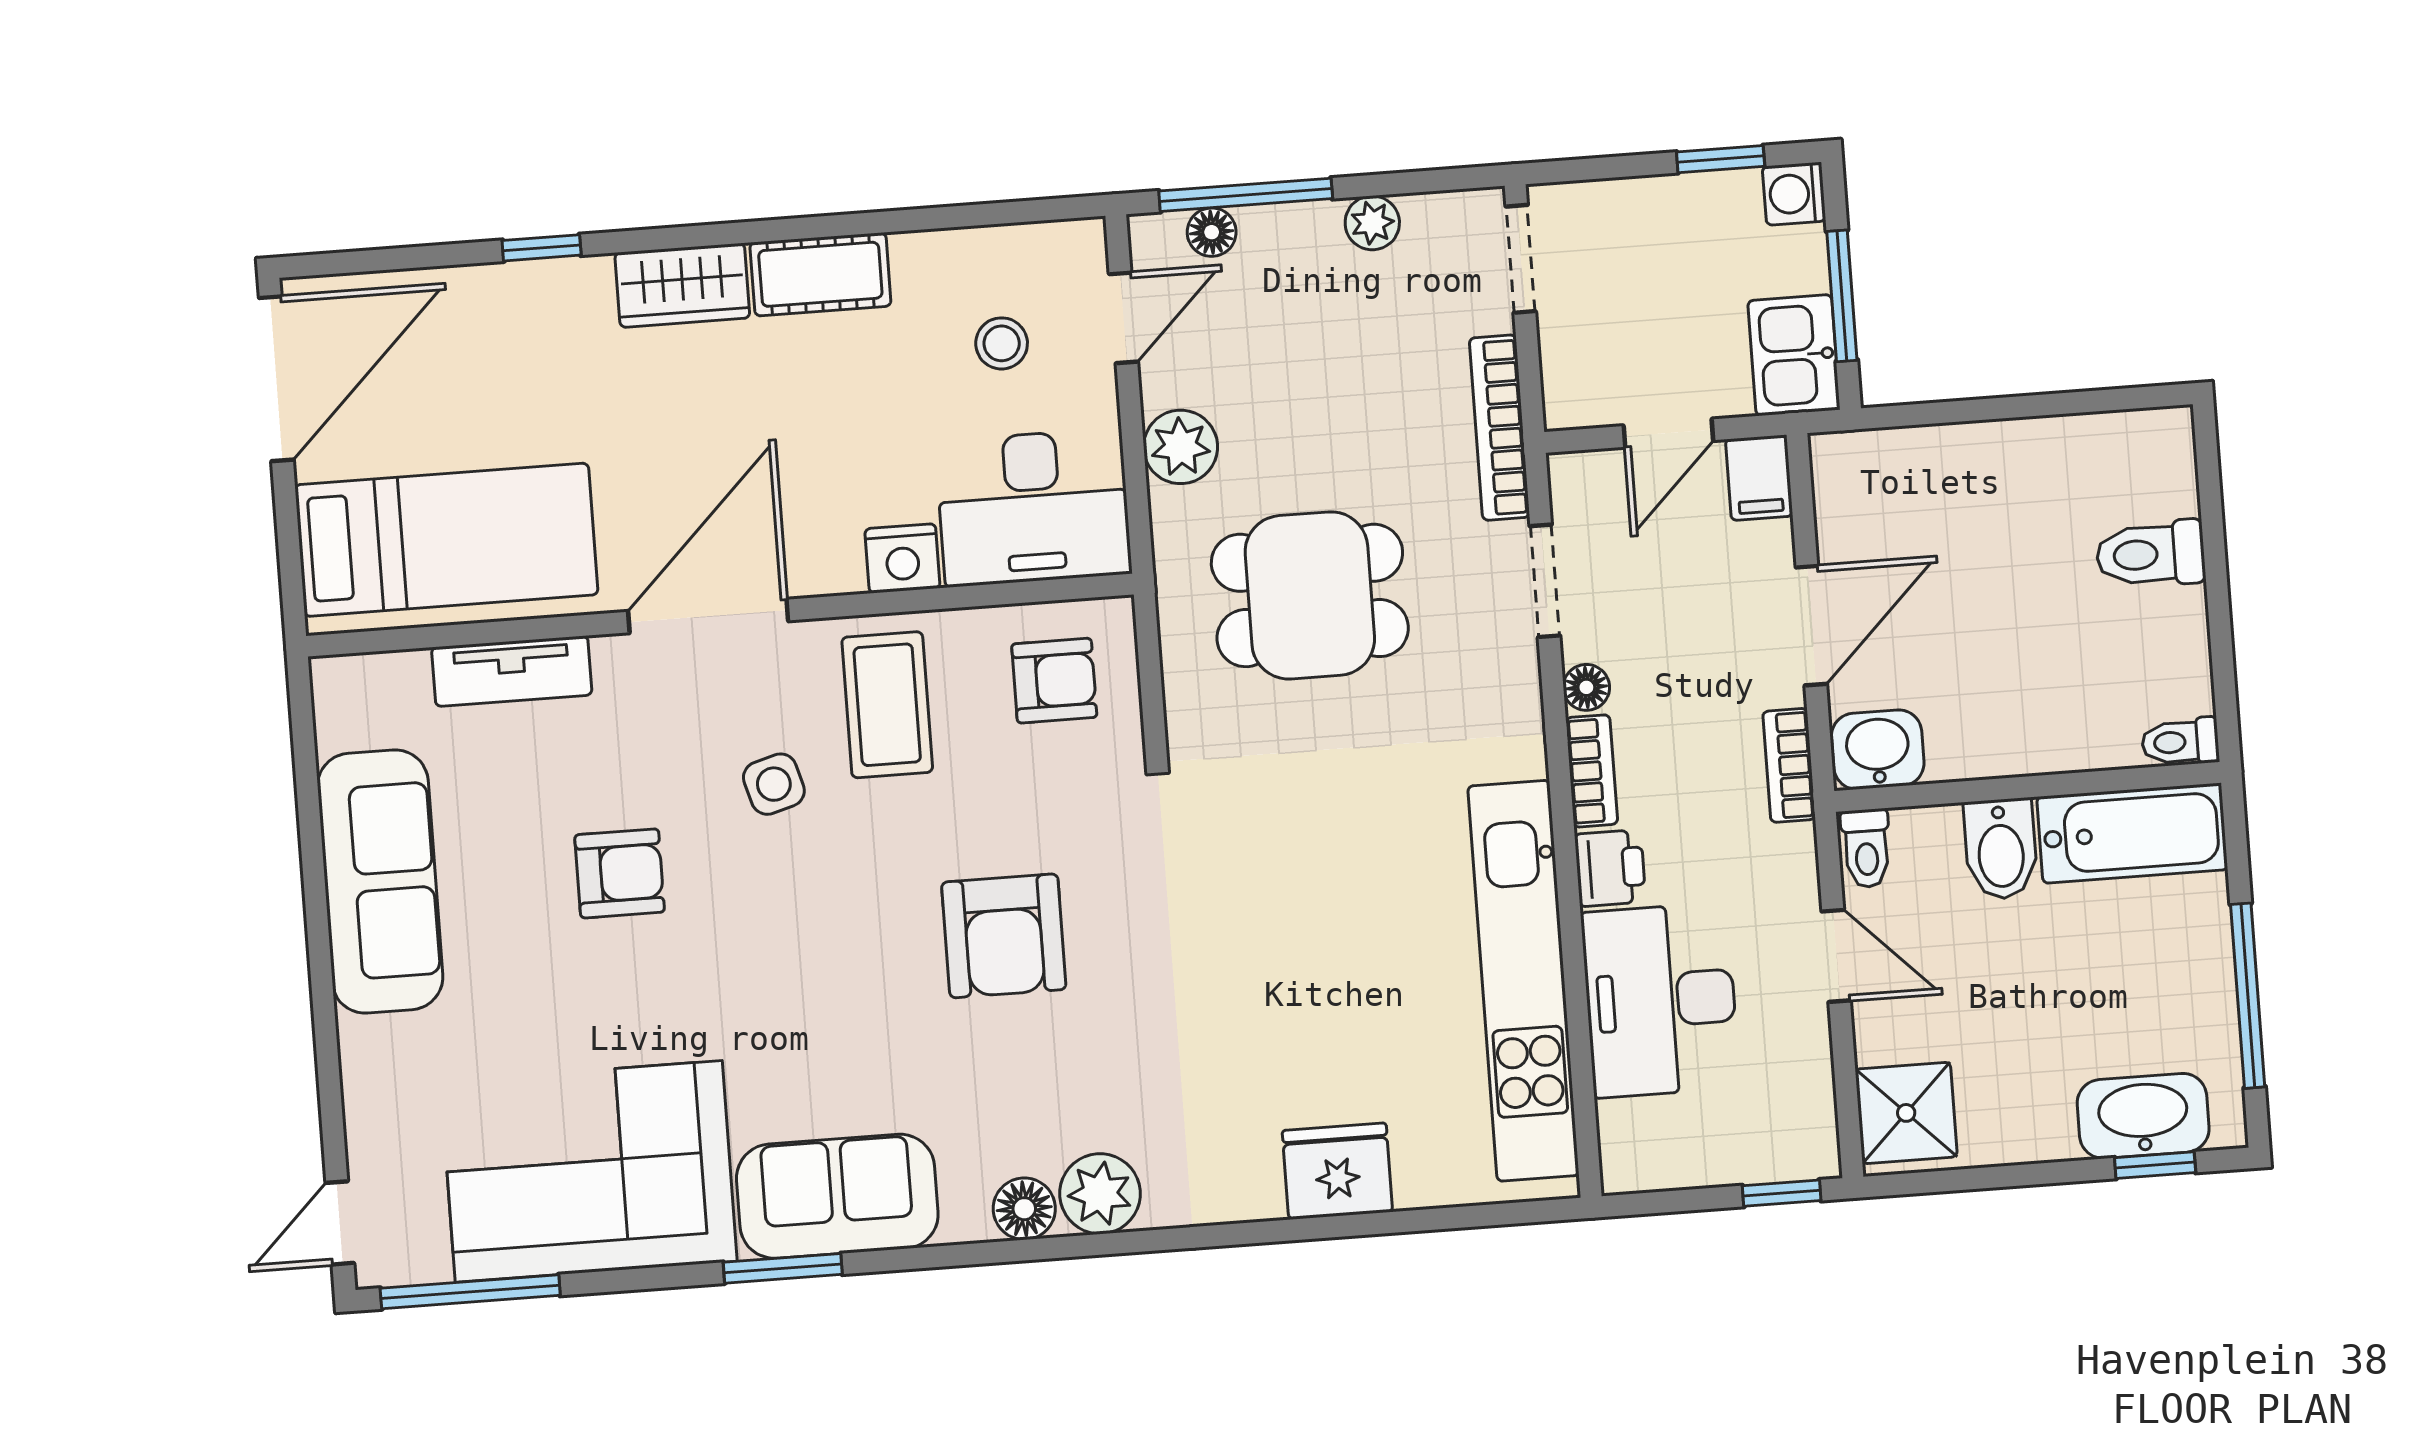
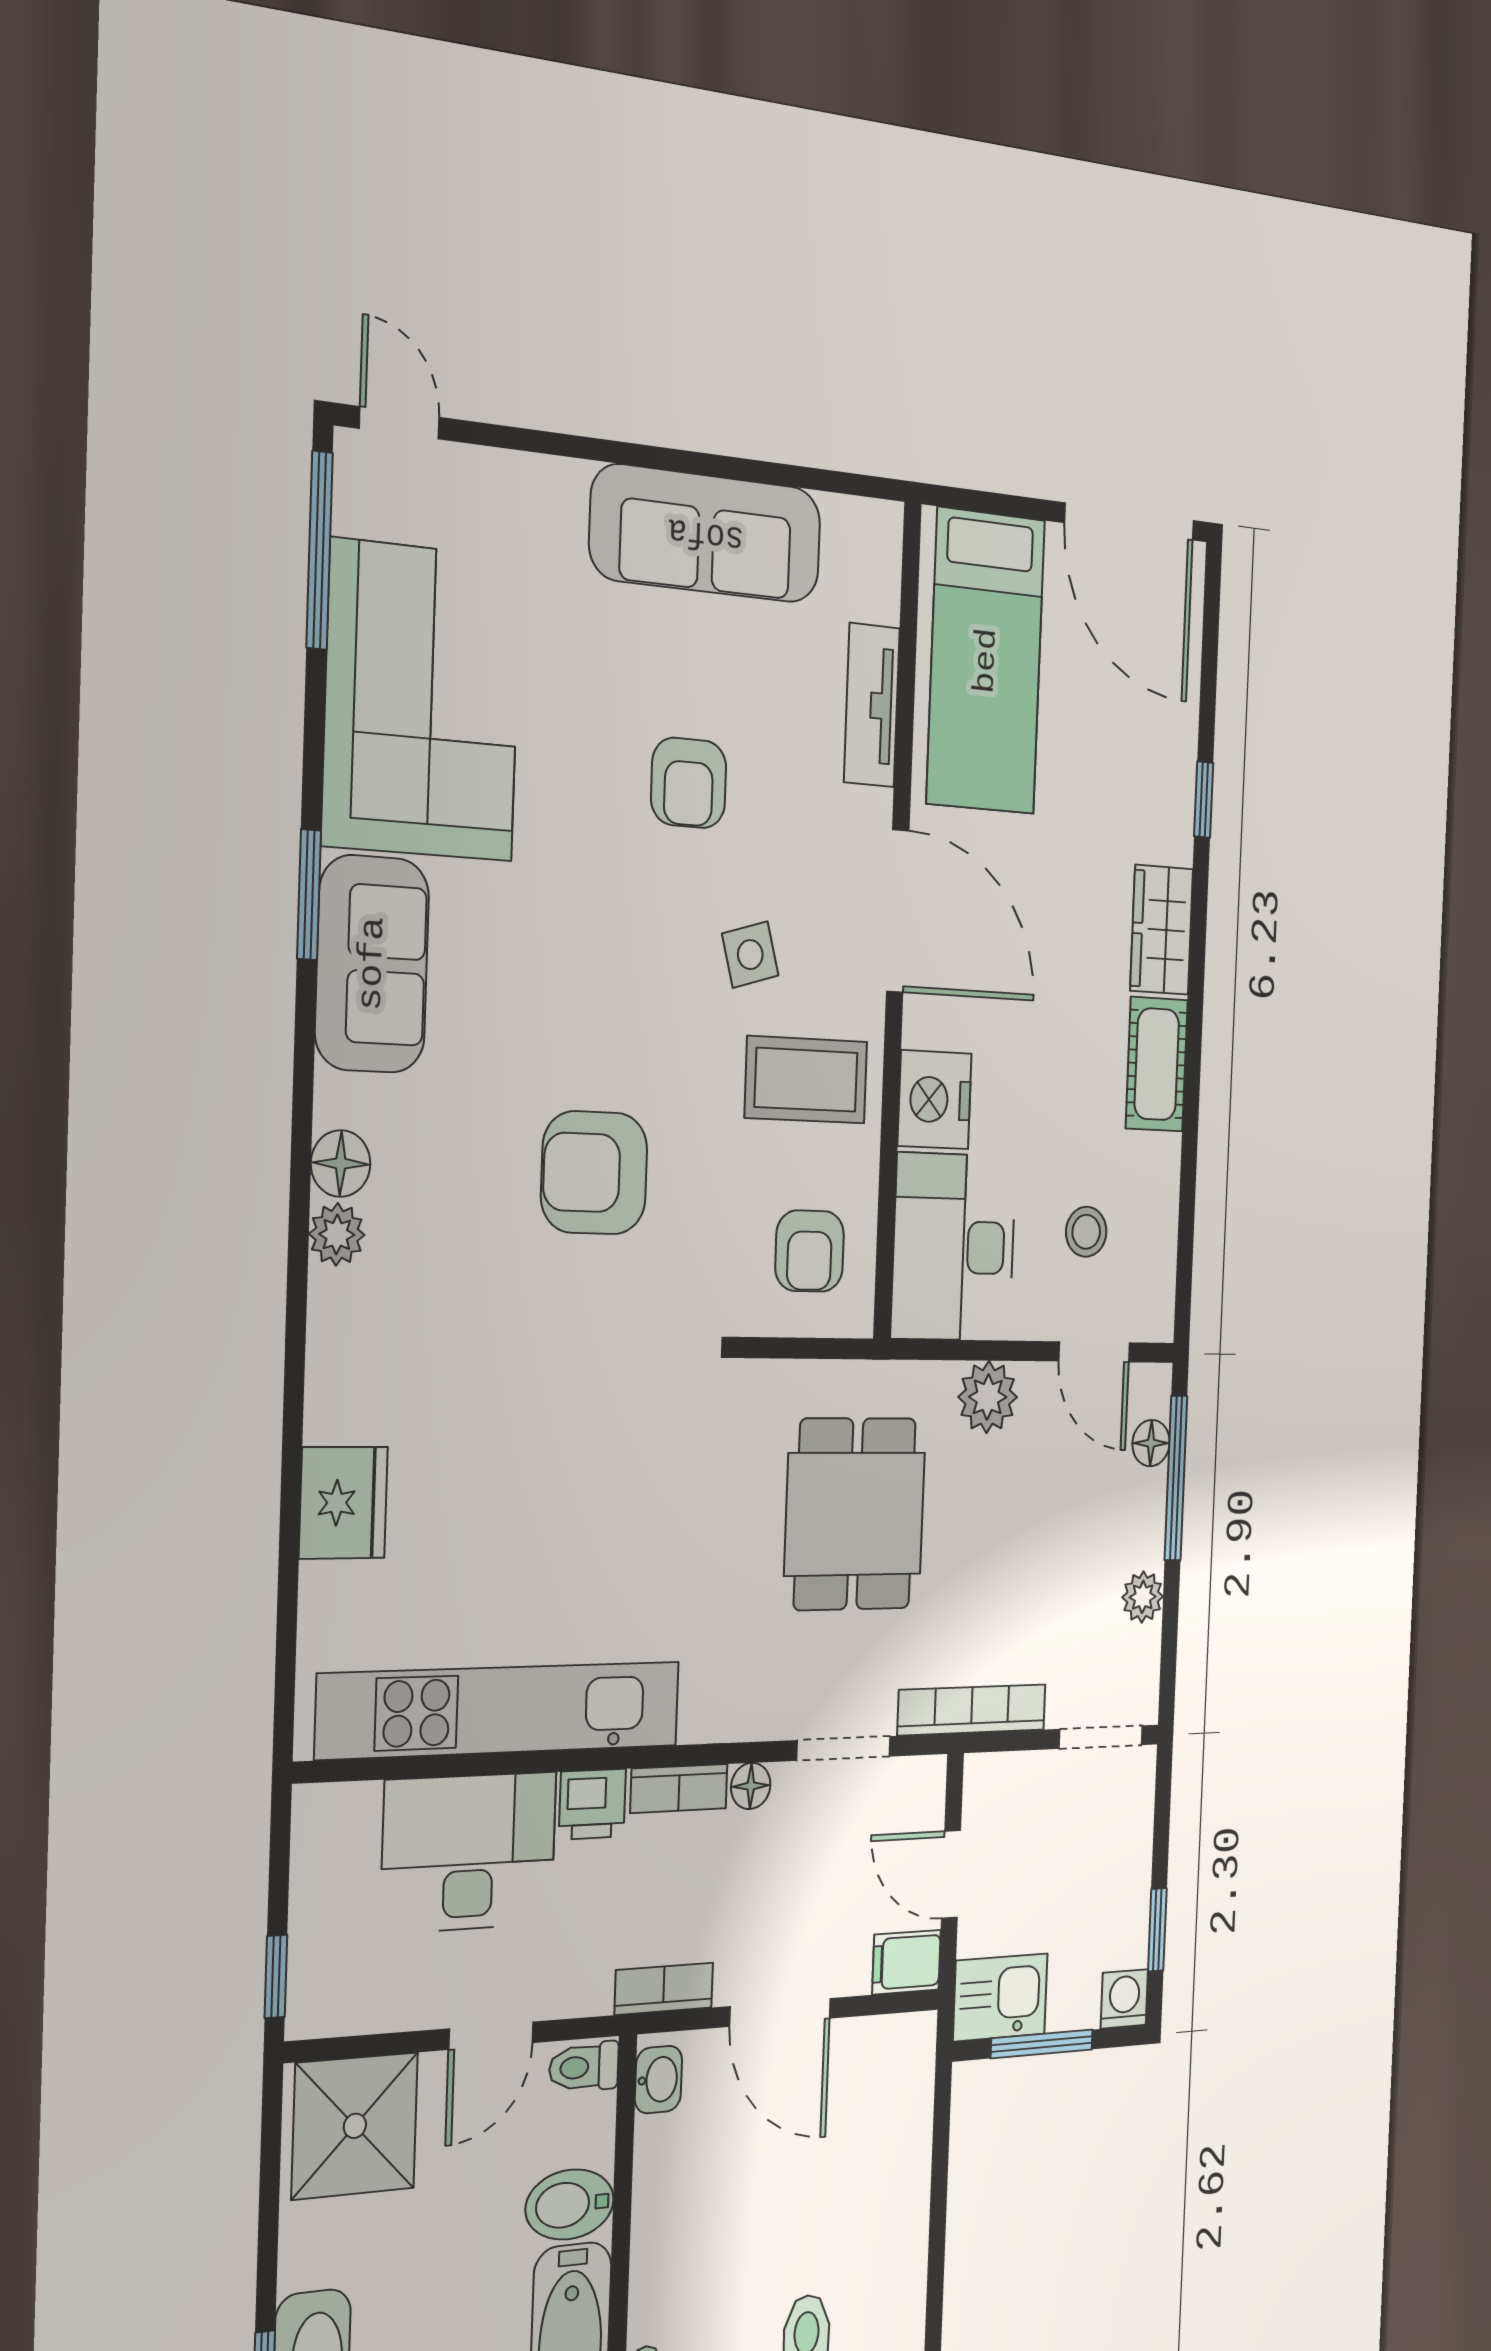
nightstand: (902, 558) -> (935, 1100), width x1.36, depth x1.33
washbasin: (1878, 750) -> (658, 2080), width x0.72, depth x0.69
shower: (1906, 1113) -> (355, 2126), width x1.36, depth x1.36
plant: (1100, 1194) -> (337, 1234), width x0.73, depth x0.73

